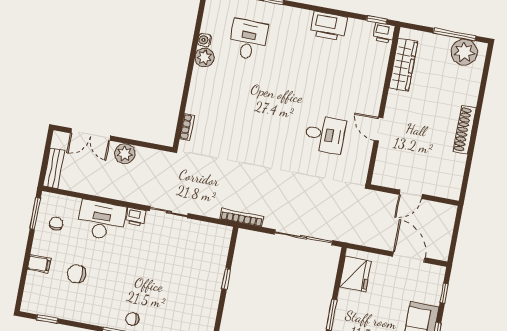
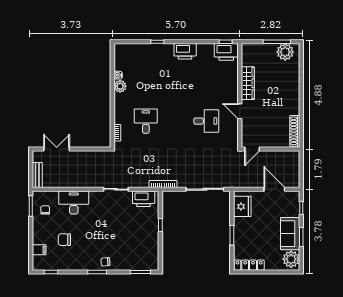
printer: (329, 26) -> (185, 51), moved
printer: (384, 33) -> (226, 52), width x1.87, depth x1.48
desk: (248, 40) -> (146, 121), moved
wardrobe: (403, 65) -> (248, 83), moved
shoe rack: (465, 130) -> (295, 131), moved
double door: (91, 134) -> (57, 149), swing flipped
plant: (125, 154) -> (81, 157), removed
door: (411, 194) -> (252, 149), moved
printer: (136, 217) -> (144, 199), moved, width x1.87, depth x1.48
filing cabinet: (39, 264) -> (39, 250), moved

